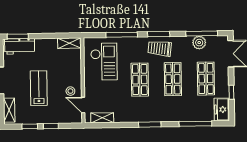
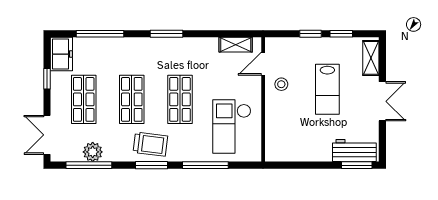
shelving: (69, 43) -> (282, 154), removed
door: (83, 105) -> (263, 64), swing flipped

